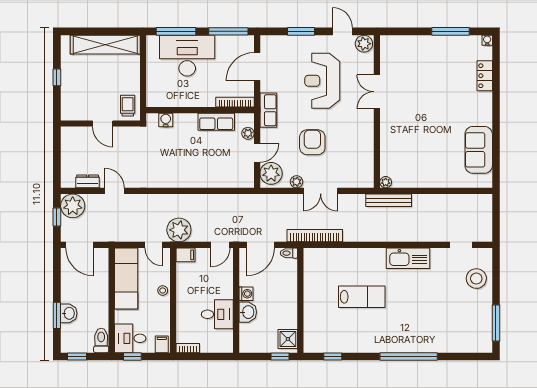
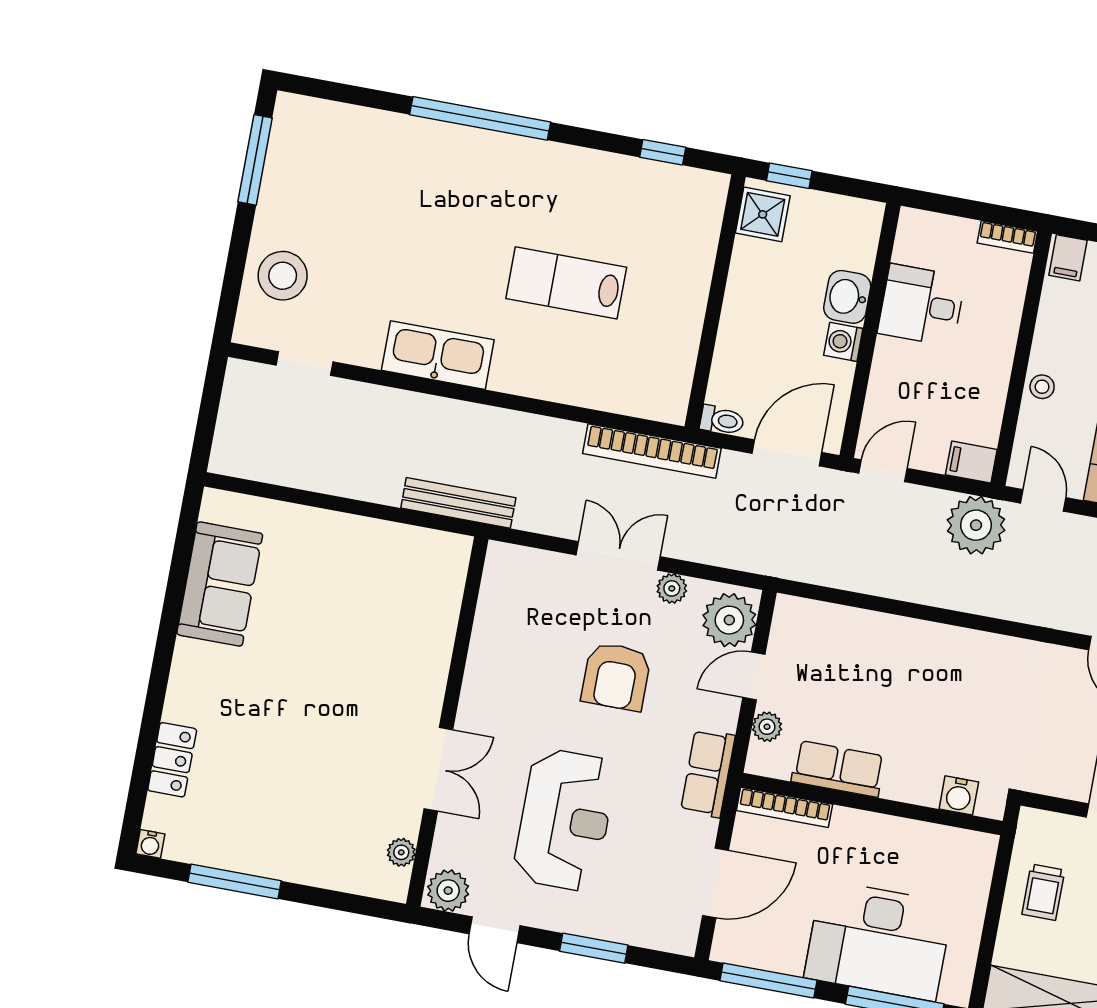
trolley: (128, 106) -> (1043, 892), moved
plant: (386, 182) -> (401, 852), moved

